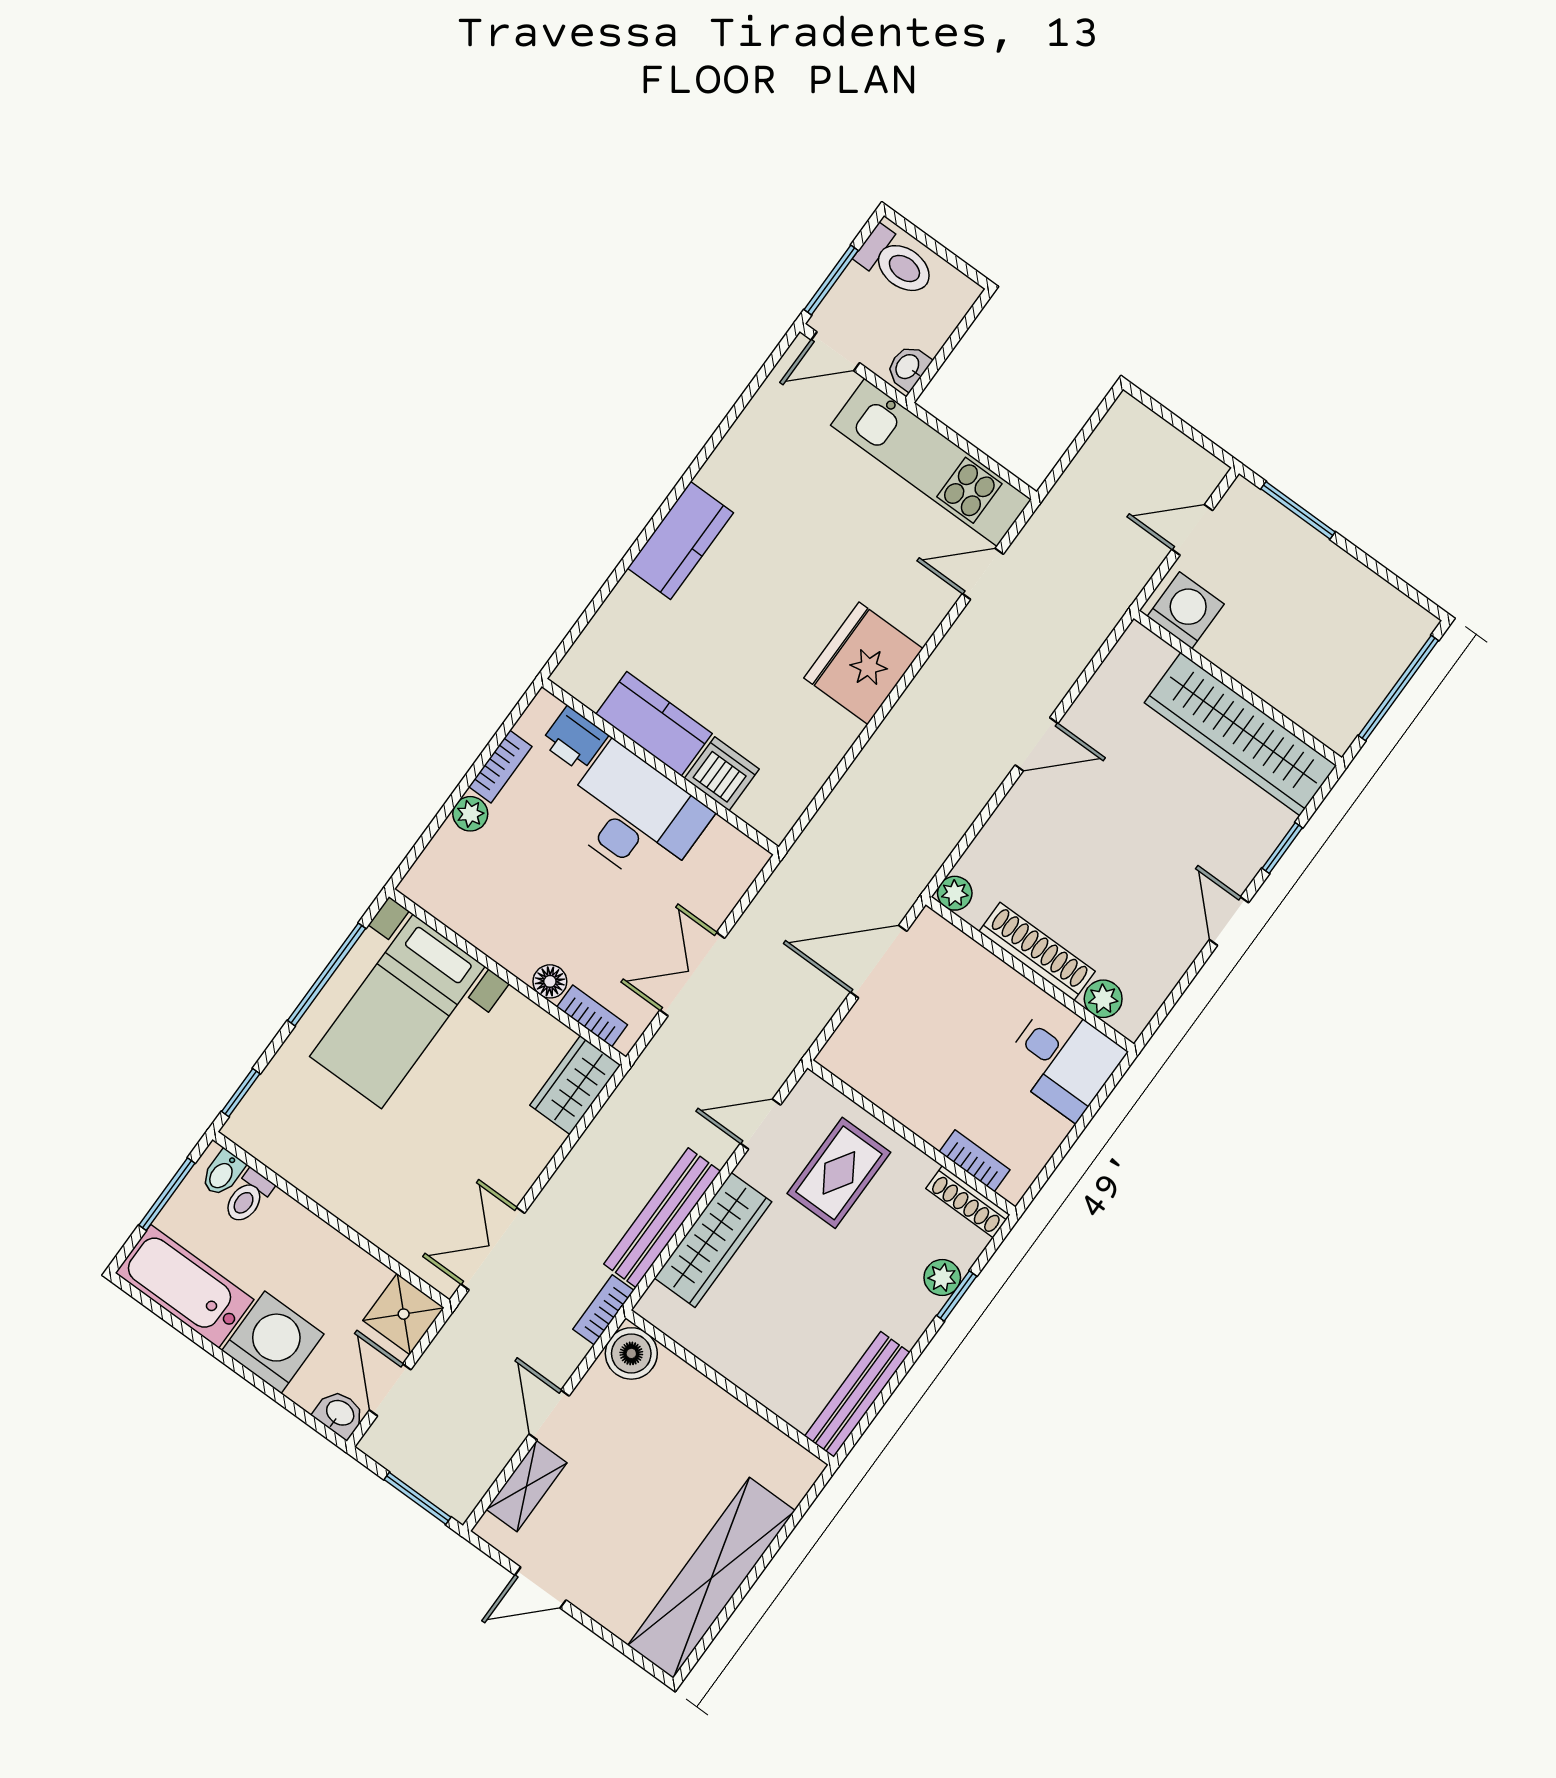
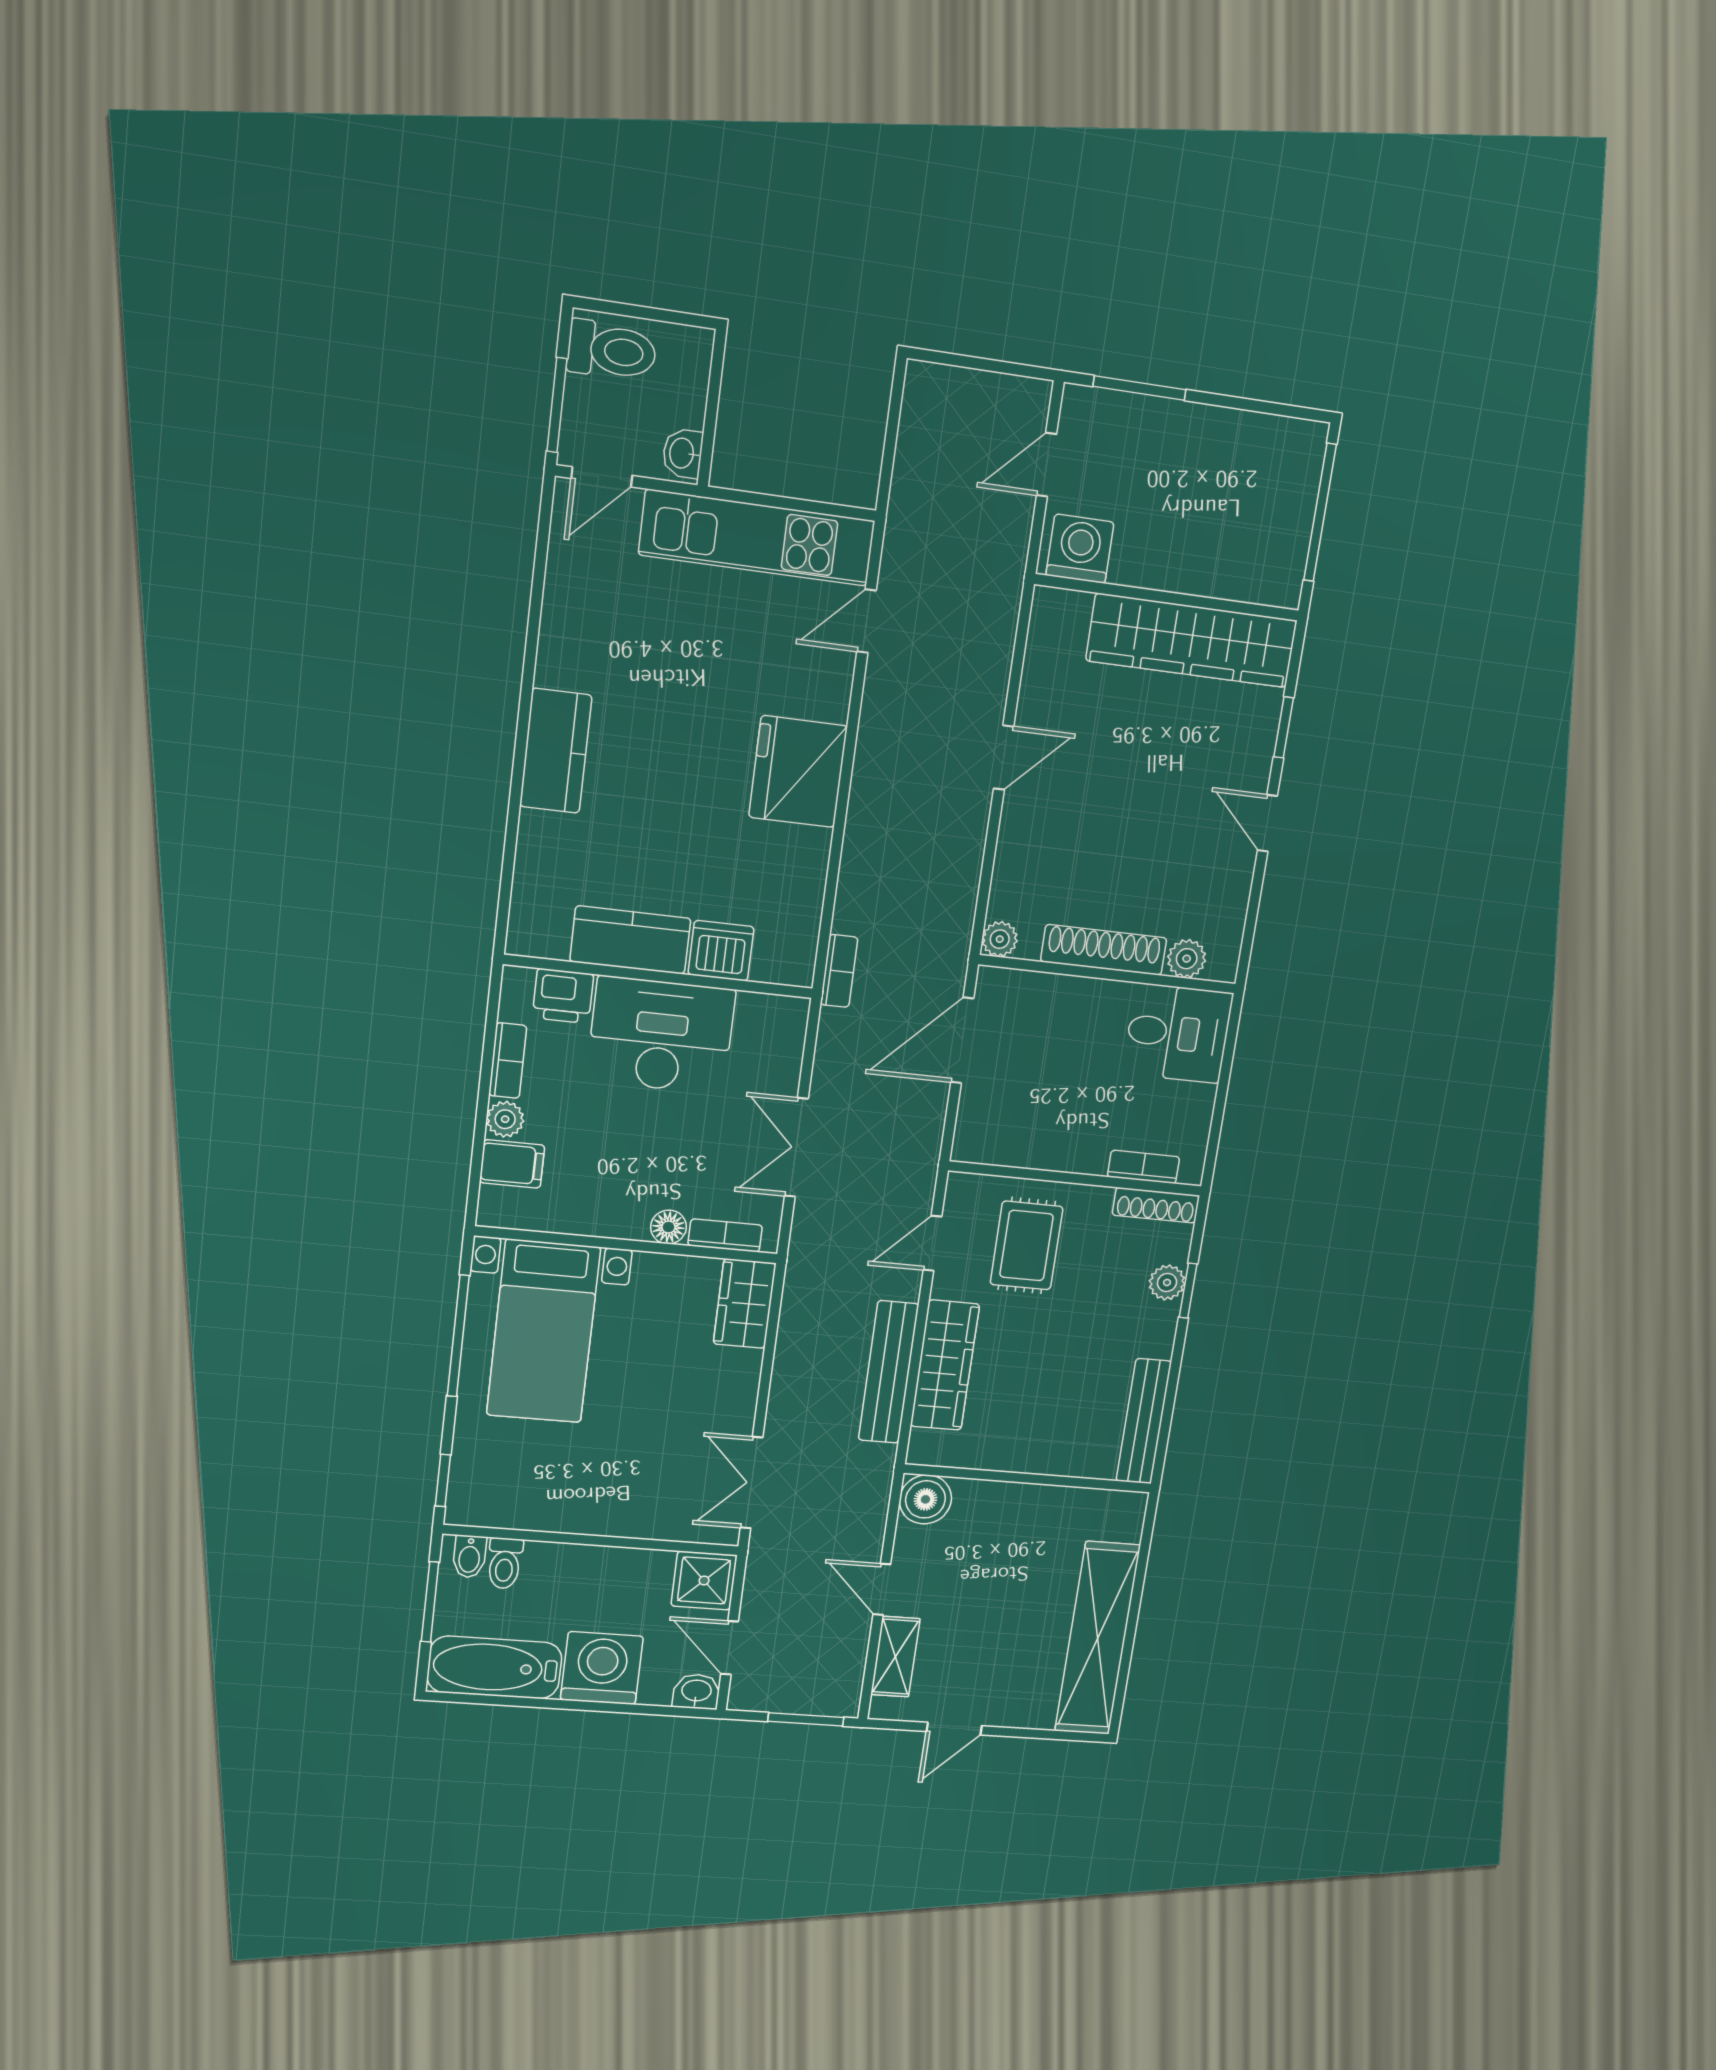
filing cabinet: (454, 854) -> (512, 1164), added
bookcase: (603, 1310) -> (839, 971), moved, turned 180

